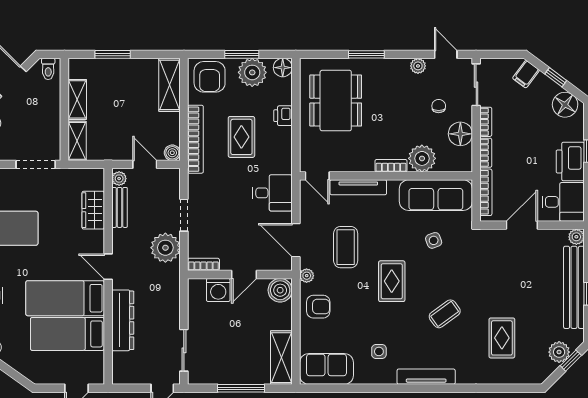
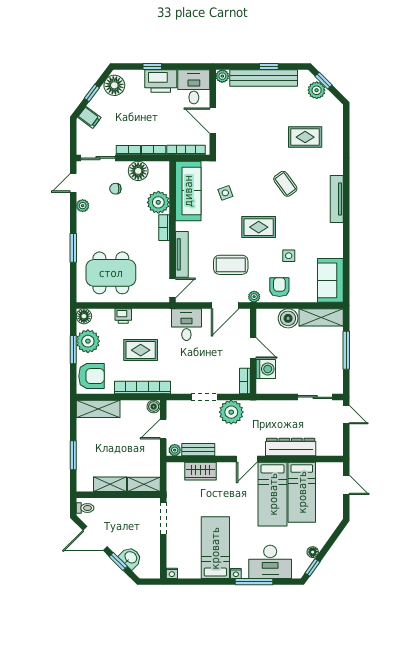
boiler: (280, 290) -> (288, 318), moved
side table: (379, 351) -> (289, 256), moved

